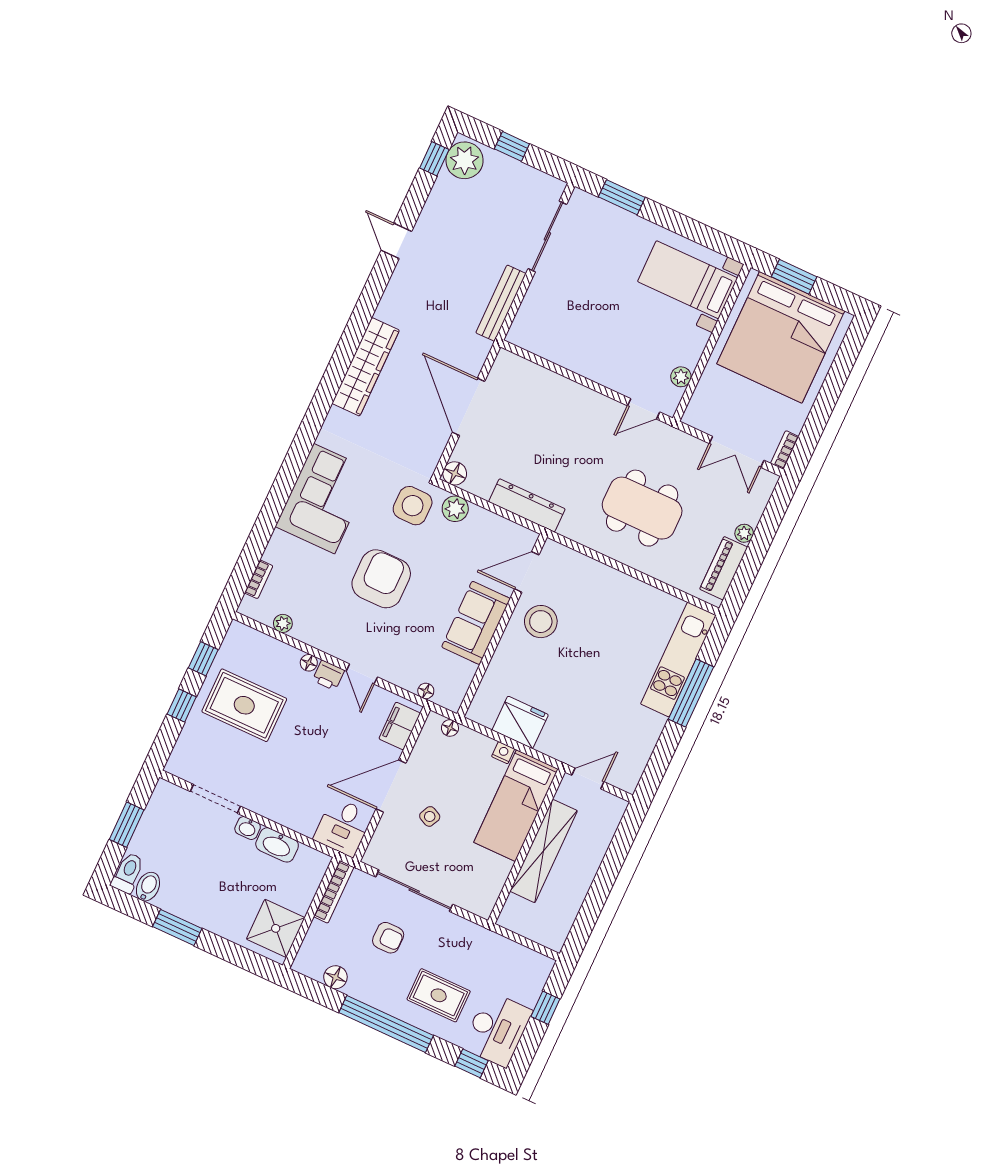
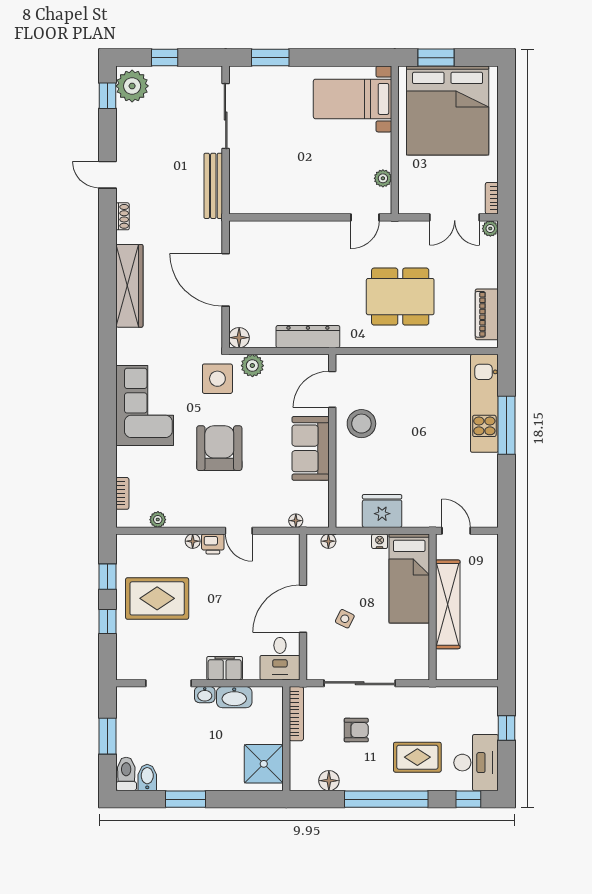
shoe rack: (392, 291) -> (123, 216), added
plant: (744, 533) -> (490, 228), moved
filing cabinet: (400, 726) -> (225, 668), moved, turned 90
door: (588, 778) -> (456, 531), hinge flipped

